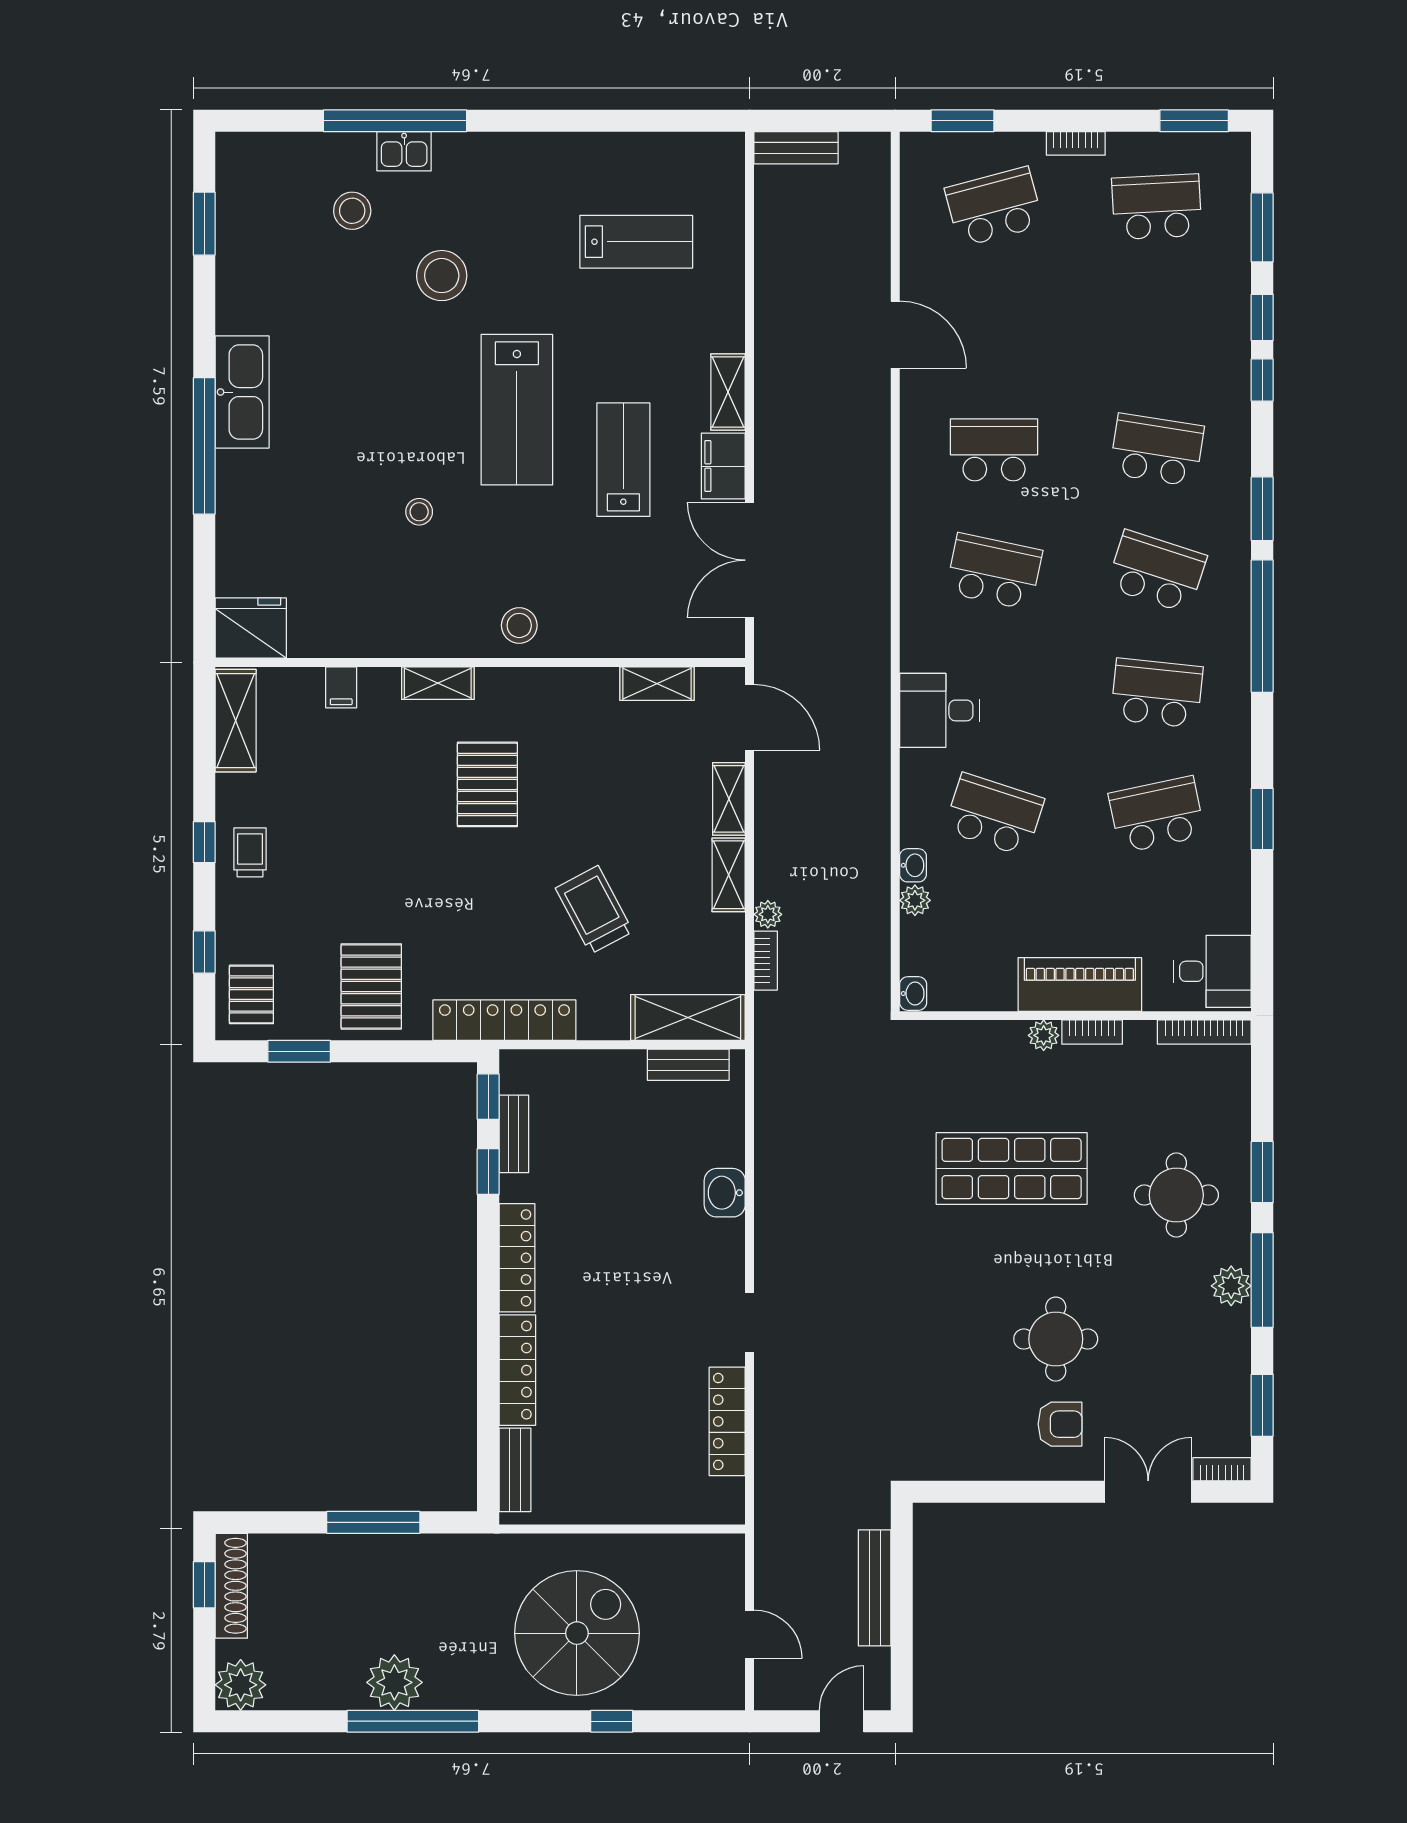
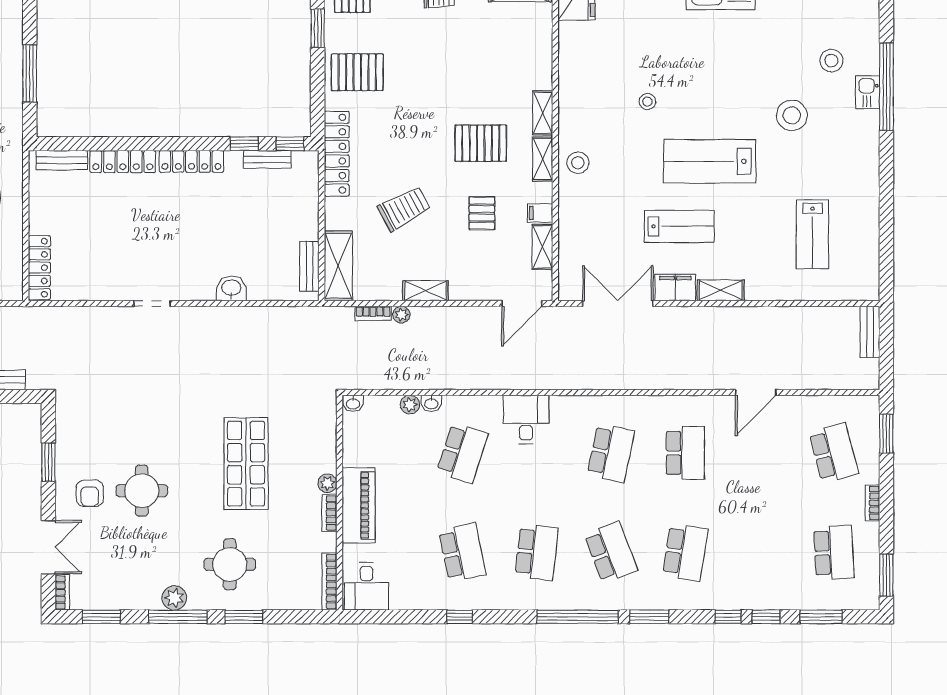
school desk: (1157, 571) -> (611, 552), turned -39
filing cabinet: (341, 687) -> (540, 213), moved
pallet: (602, 783) -> (482, 213), added
shelving: (729, 799) -> (543, 159), moved, turned 90
window: (1262, 819) -> (460, 617), width x0.67
locker: (727, 1421) -> (39, 268), moved, turned 90
window: (1009, 1492) -> (48, 462), added

